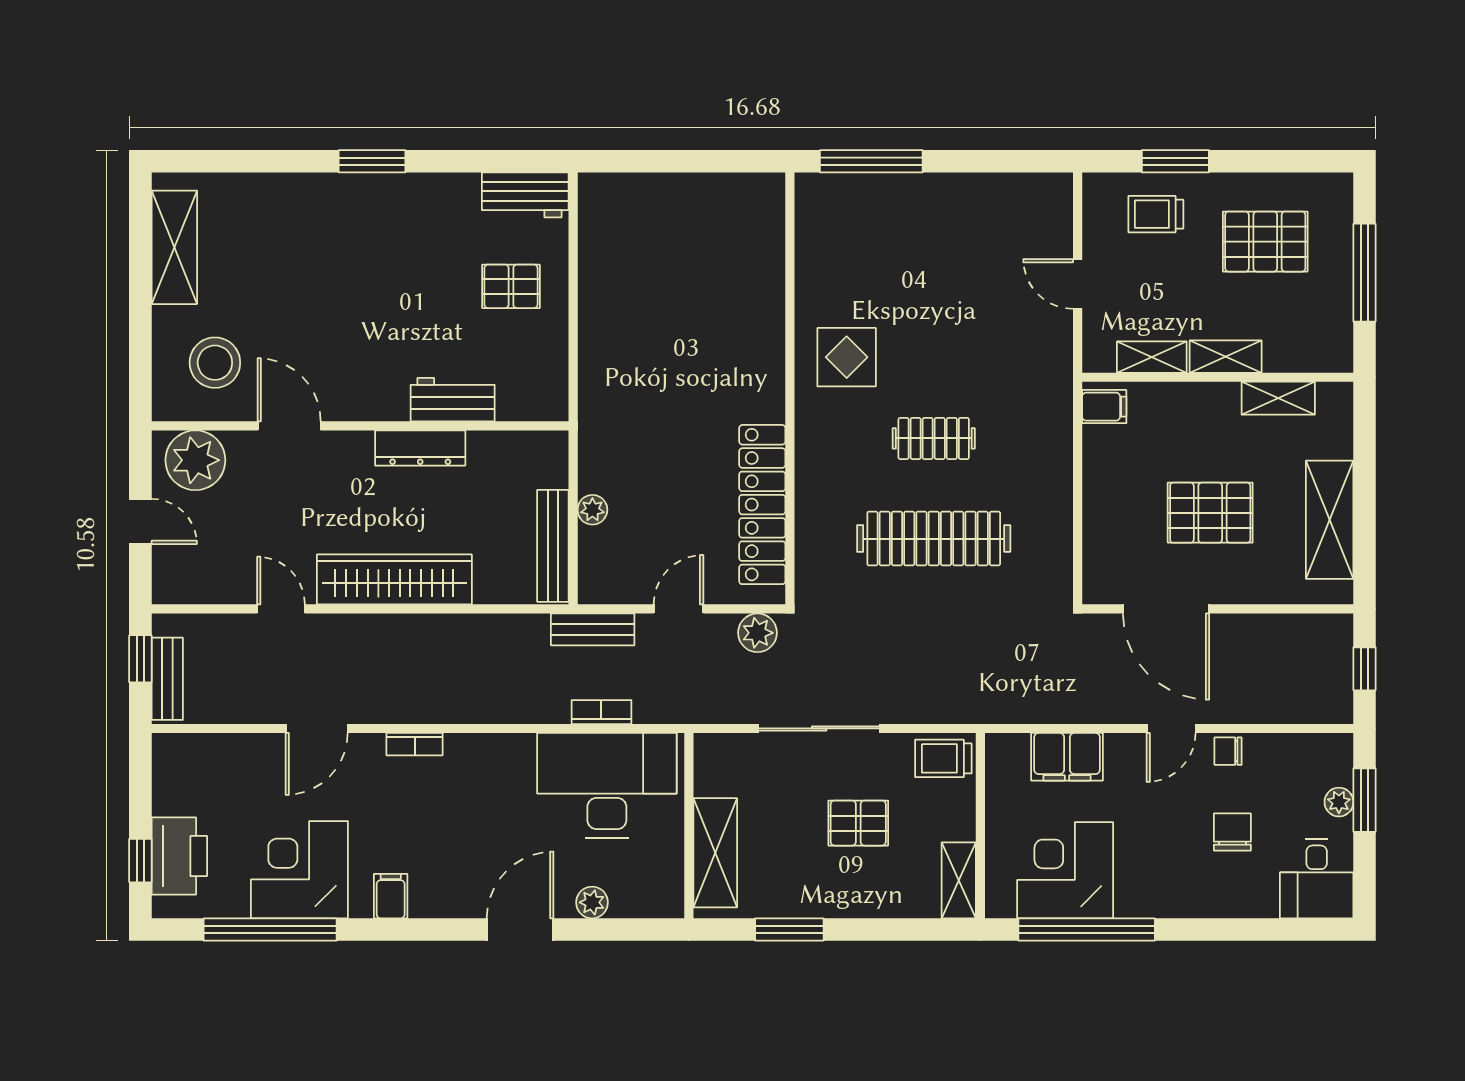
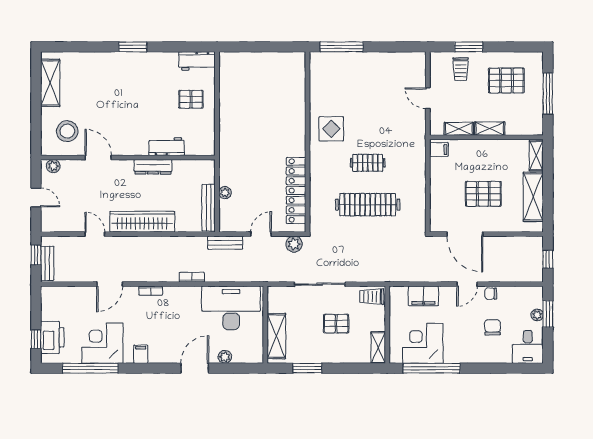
trolley: (1156, 214) -> (461, 69), turned -90
shelving: (1278, 398) -> (536, 155), moved, turned 90
plant: (195, 460) -> (53, 166), width x0.53, depth x0.53
bookcase: (601, 712) -> (192, 277), moved

